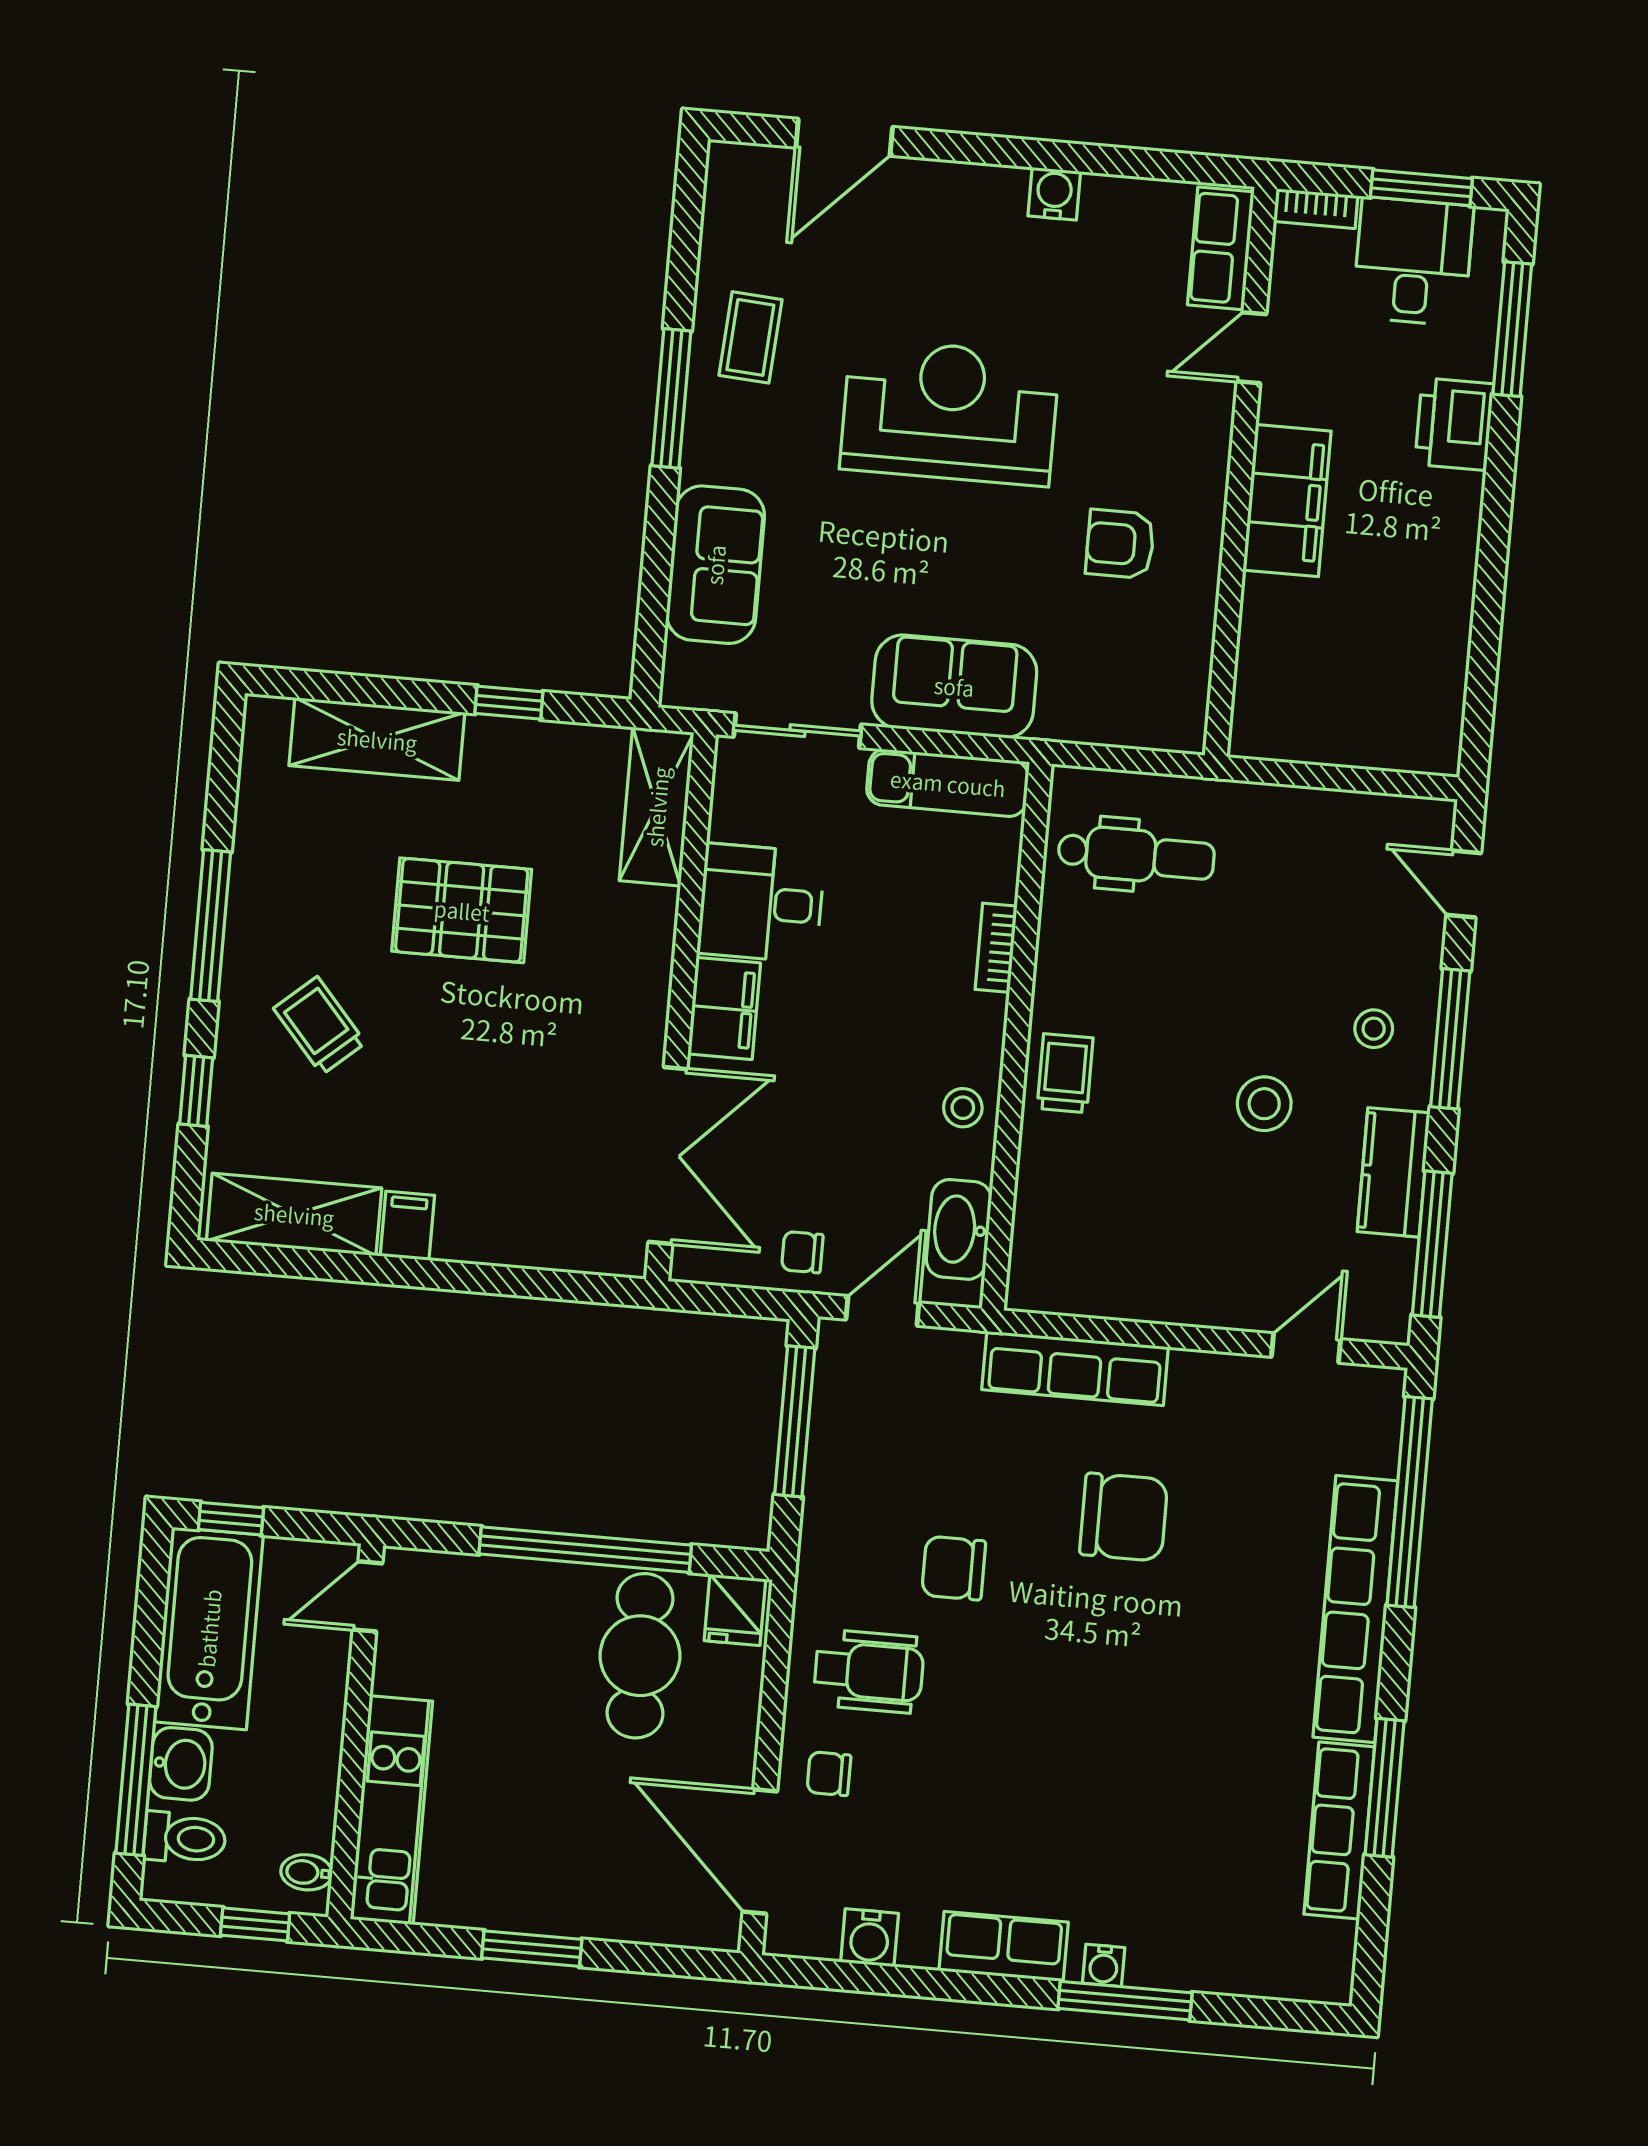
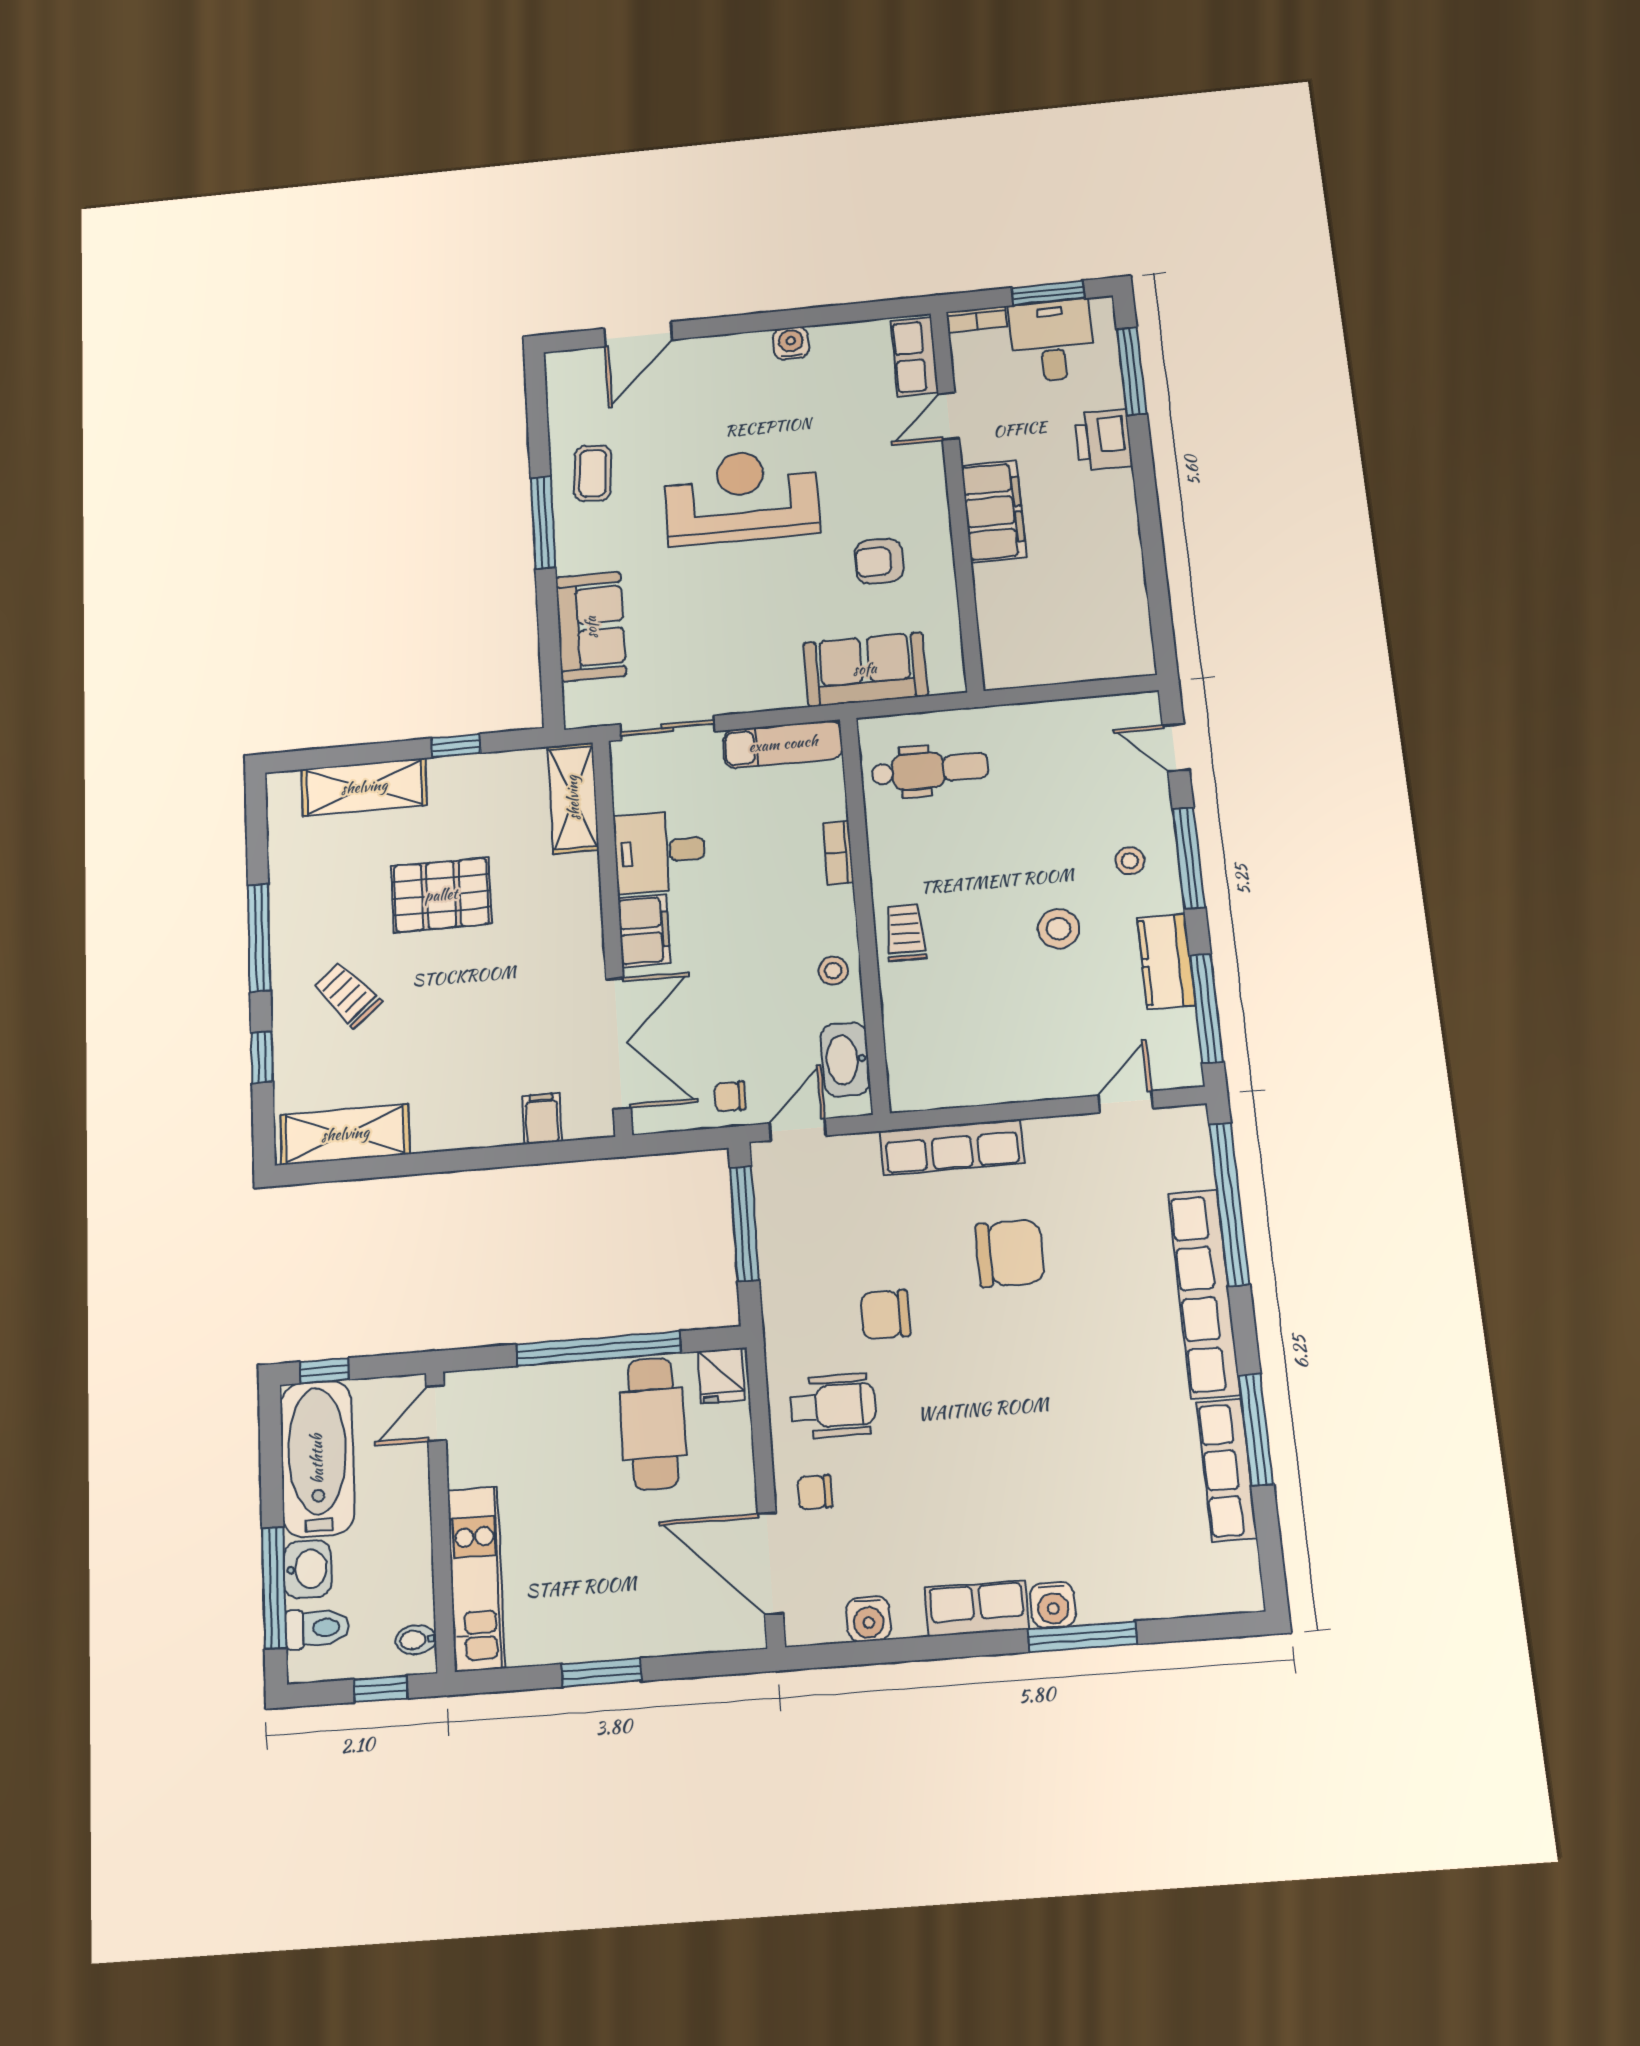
sofa: (954, 686) -> (865, 669), moved
filing cabinet: (407, 1226) -> (542, 1119), moved
water cooler: (1104, 1965) -> (1053, 1605), width x1.38, depth x1.38

